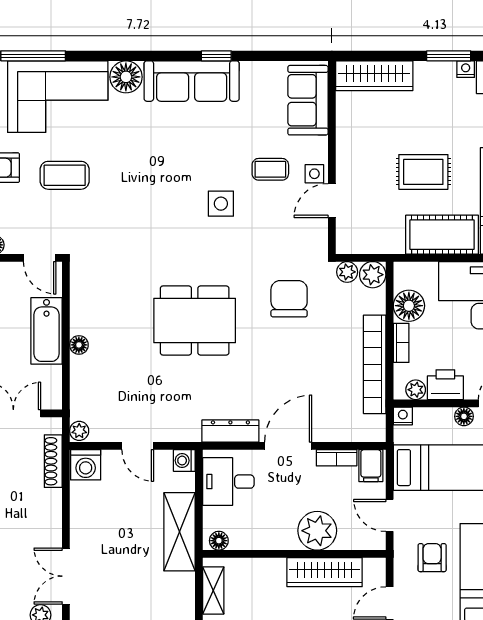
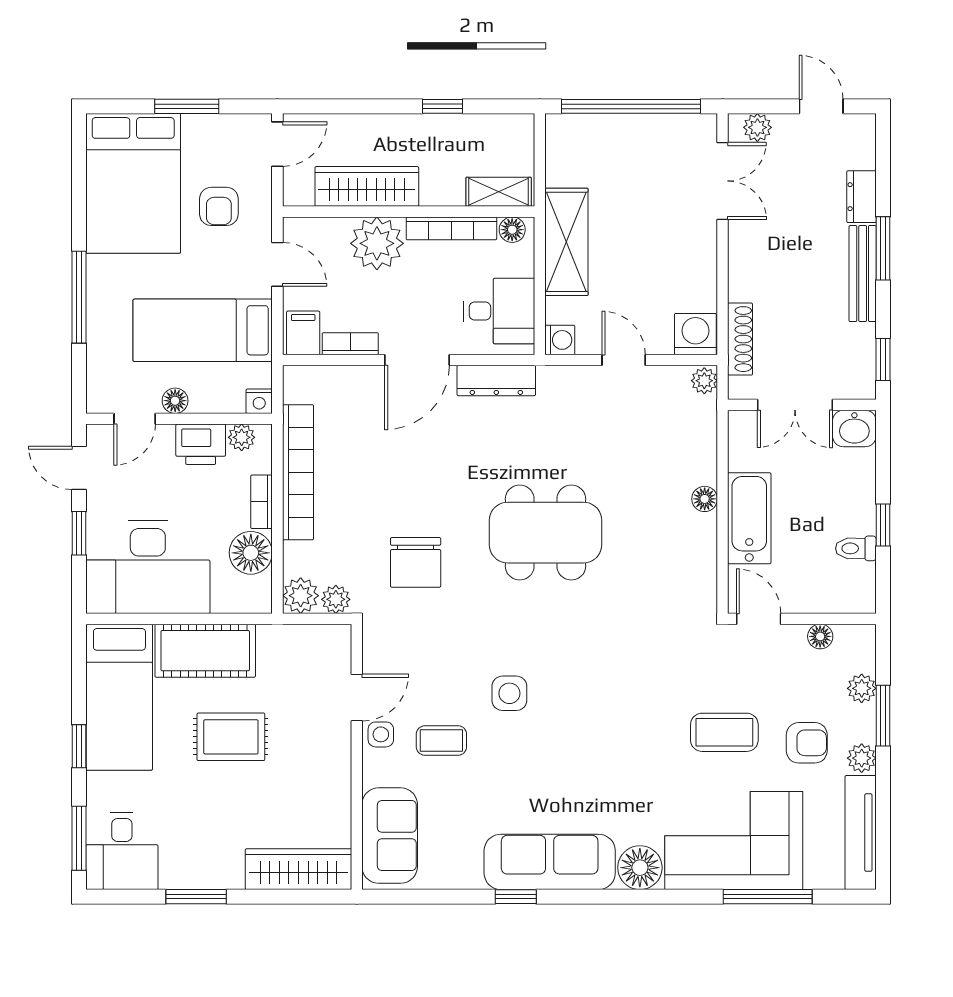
nightstand: (466, 69) -> (173, 878), removed
bookcase: (263, 542) -> (451, 228), added
shelving: (213, 590) -> (499, 192), moved, turned 90

